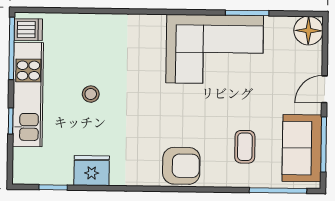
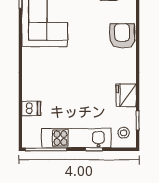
dishwasher: (28, 30) -> (31, 108), moved, turned 90
stool: (91, 94) -> (124, 133), moved

